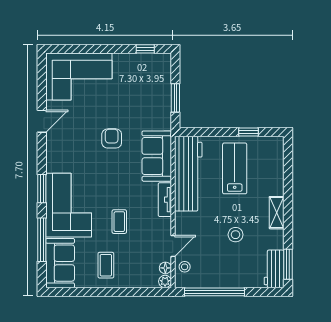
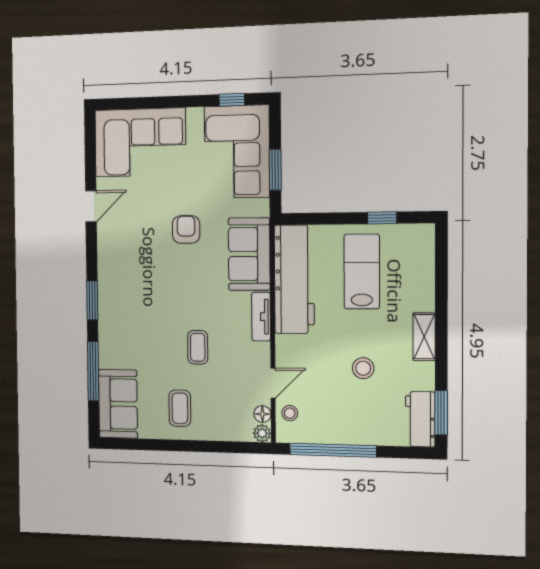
corner sofa: (69, 205) -> (237, 152), moved, turned 180

